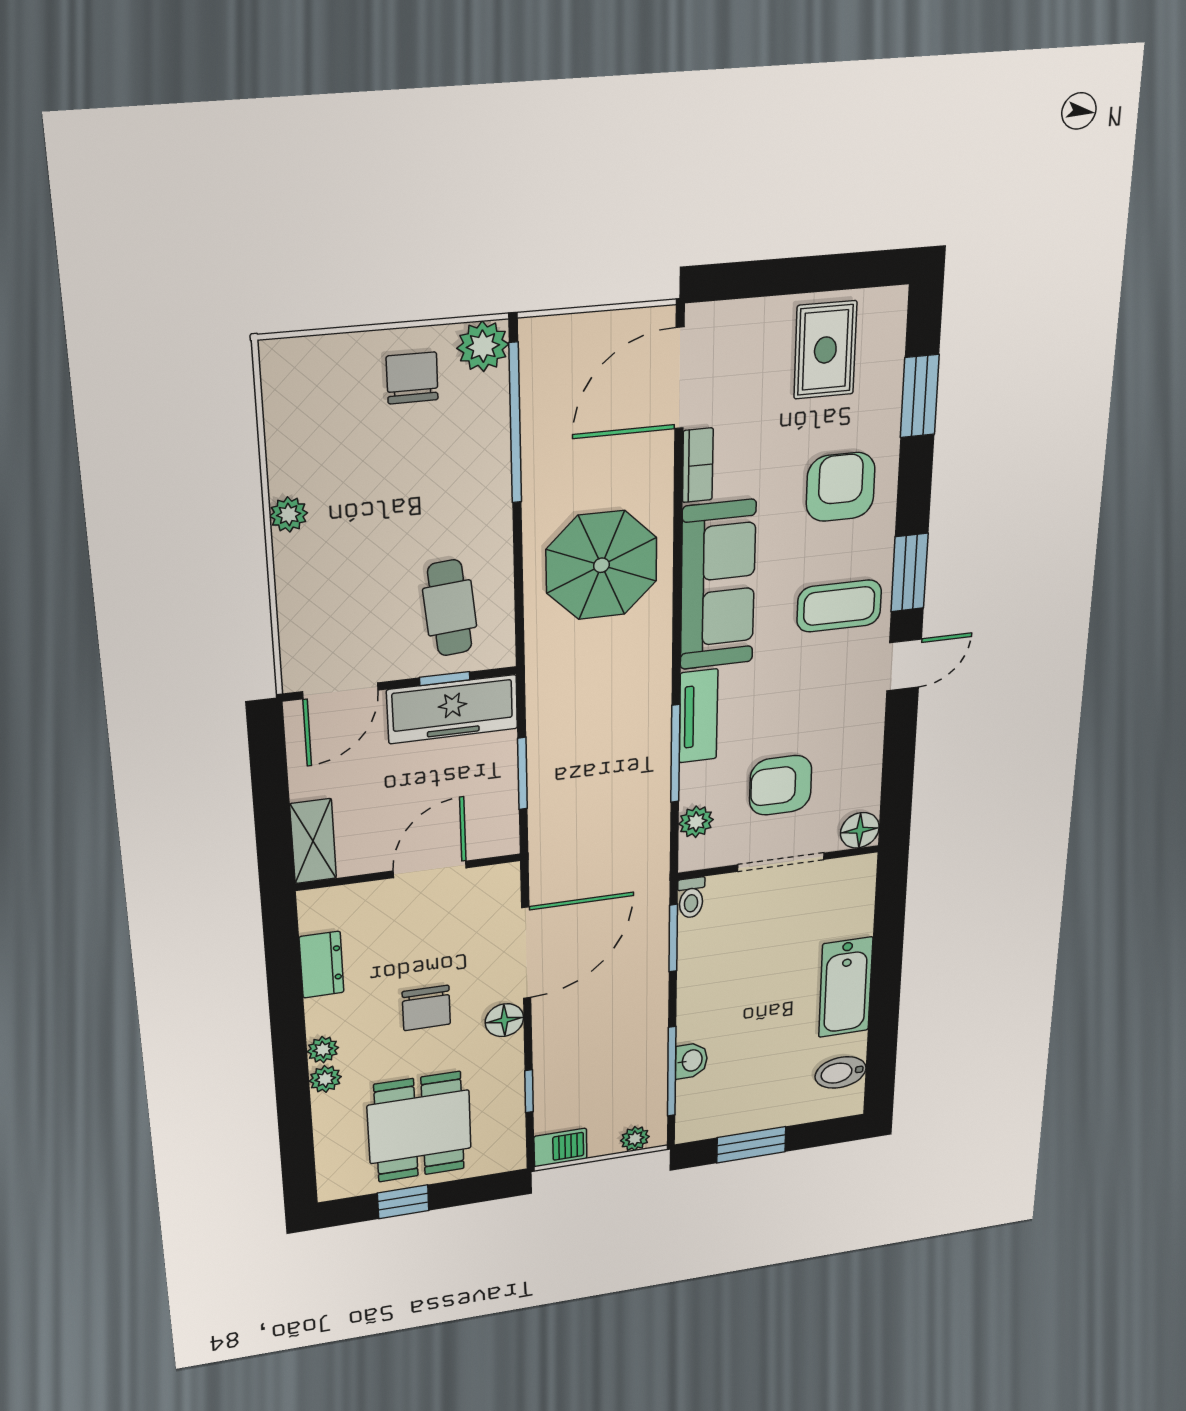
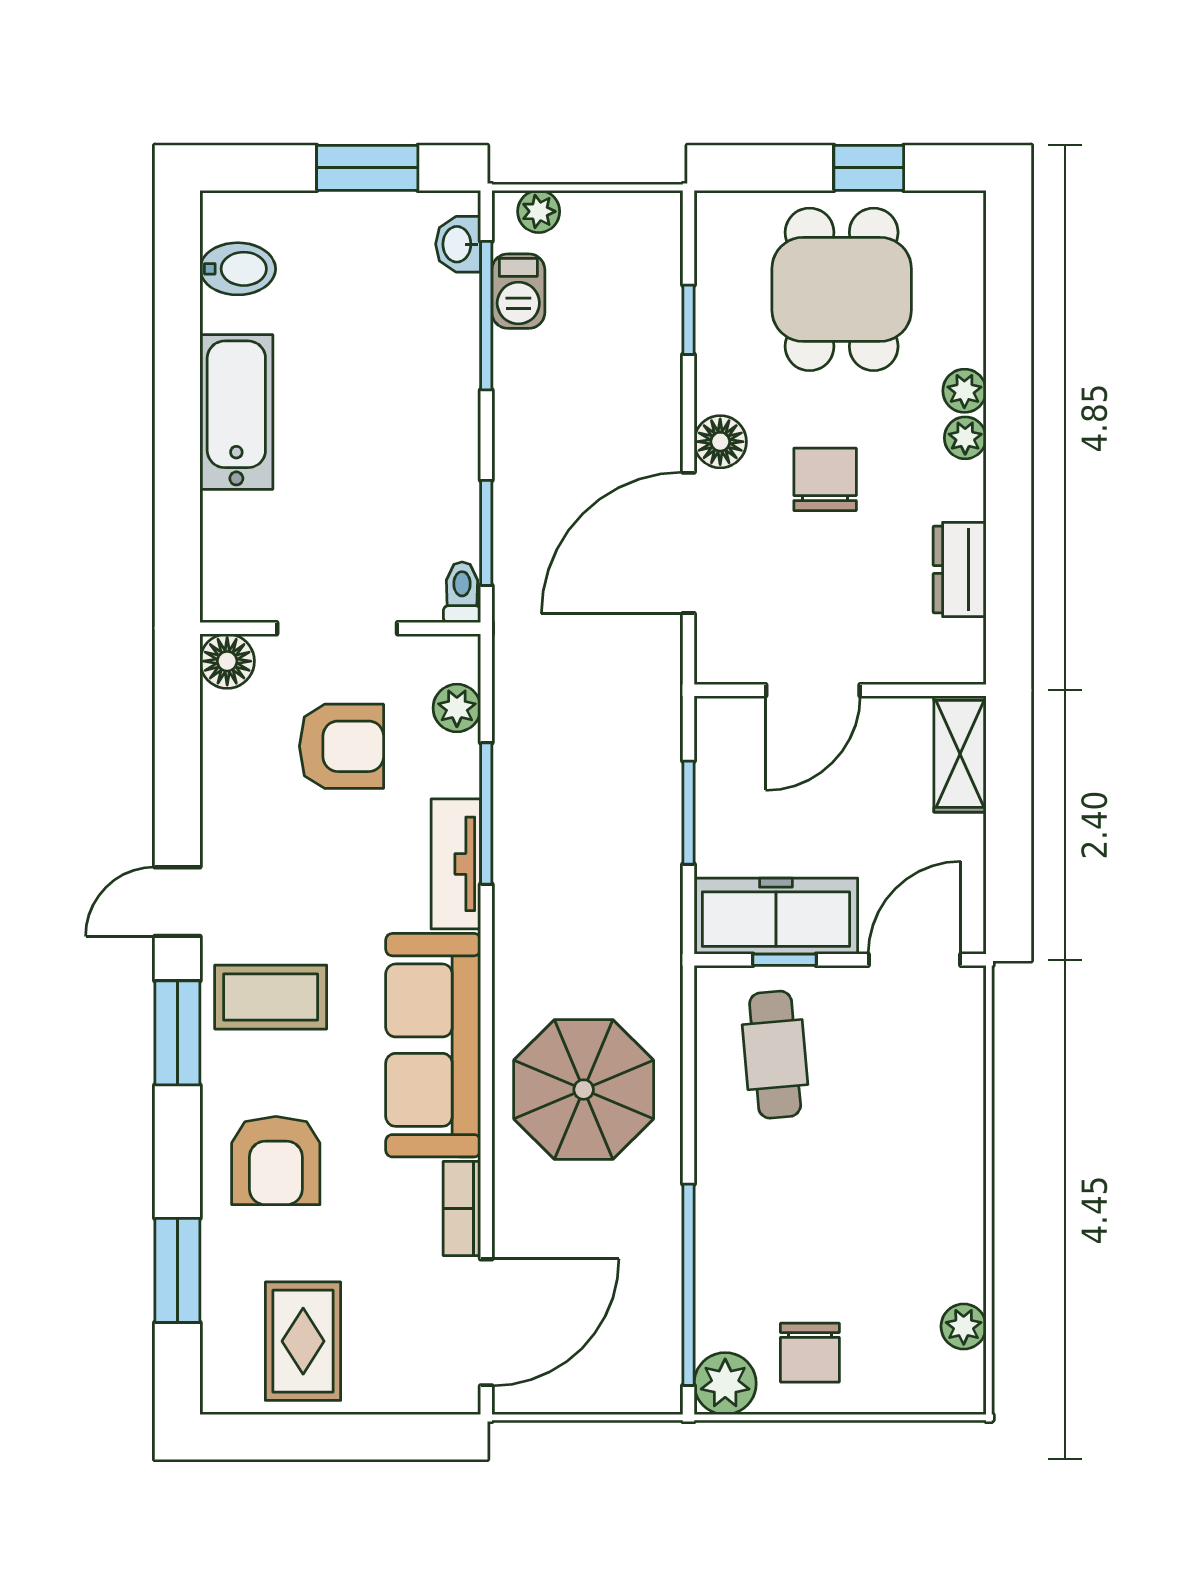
plant: (289, 514) -> (964, 1326), moved
washbasin: (691, 1061) -> (458, 244), moved
barbecue: (560, 1148) -> (518, 291), moved, turned -90

